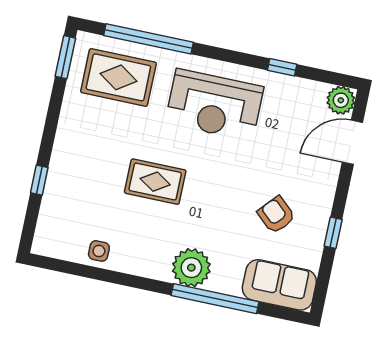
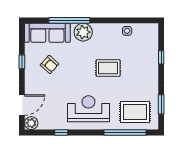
window: (65, 57) -> (161, 104), moved
sofa: (279, 285) -> (47, 33), width x1.36

